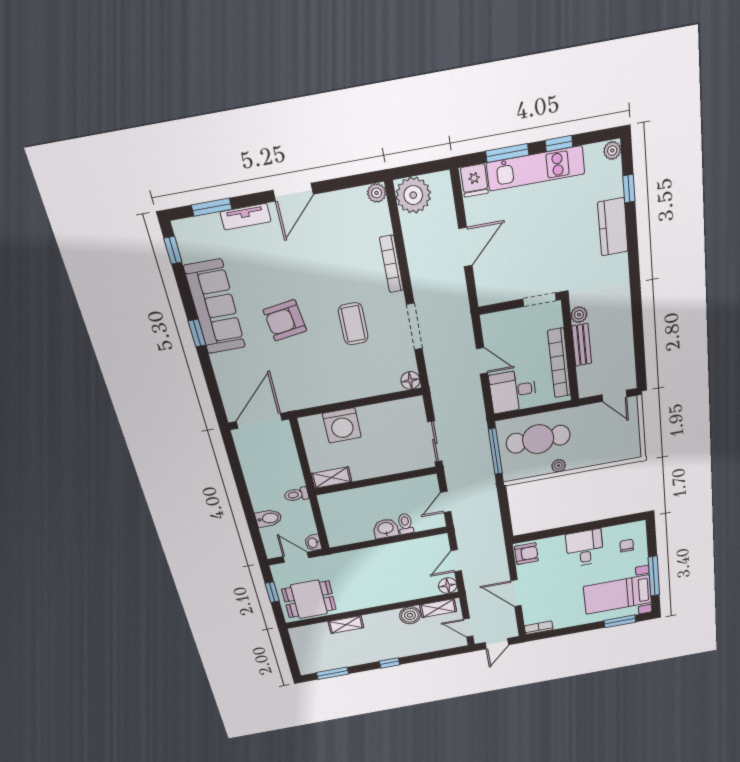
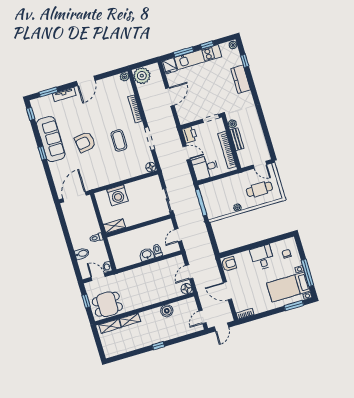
printer: (493, 327) -> (190, 135), added
cafe table: (538, 439) -> (259, 189), moved, width x0.73, depth x0.74
shelving: (438, 608) -> (110, 326), moved
door: (468, 628) -> (202, 317), hinge flipped
window: (333, 673) -> (125, 356), removed

